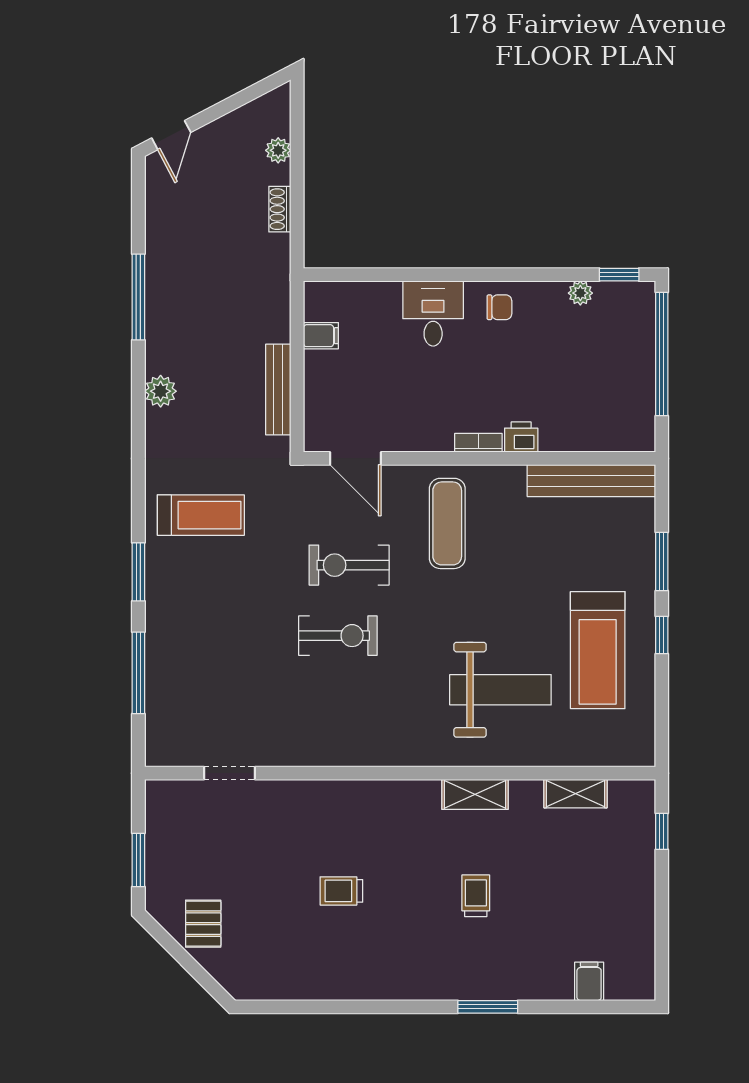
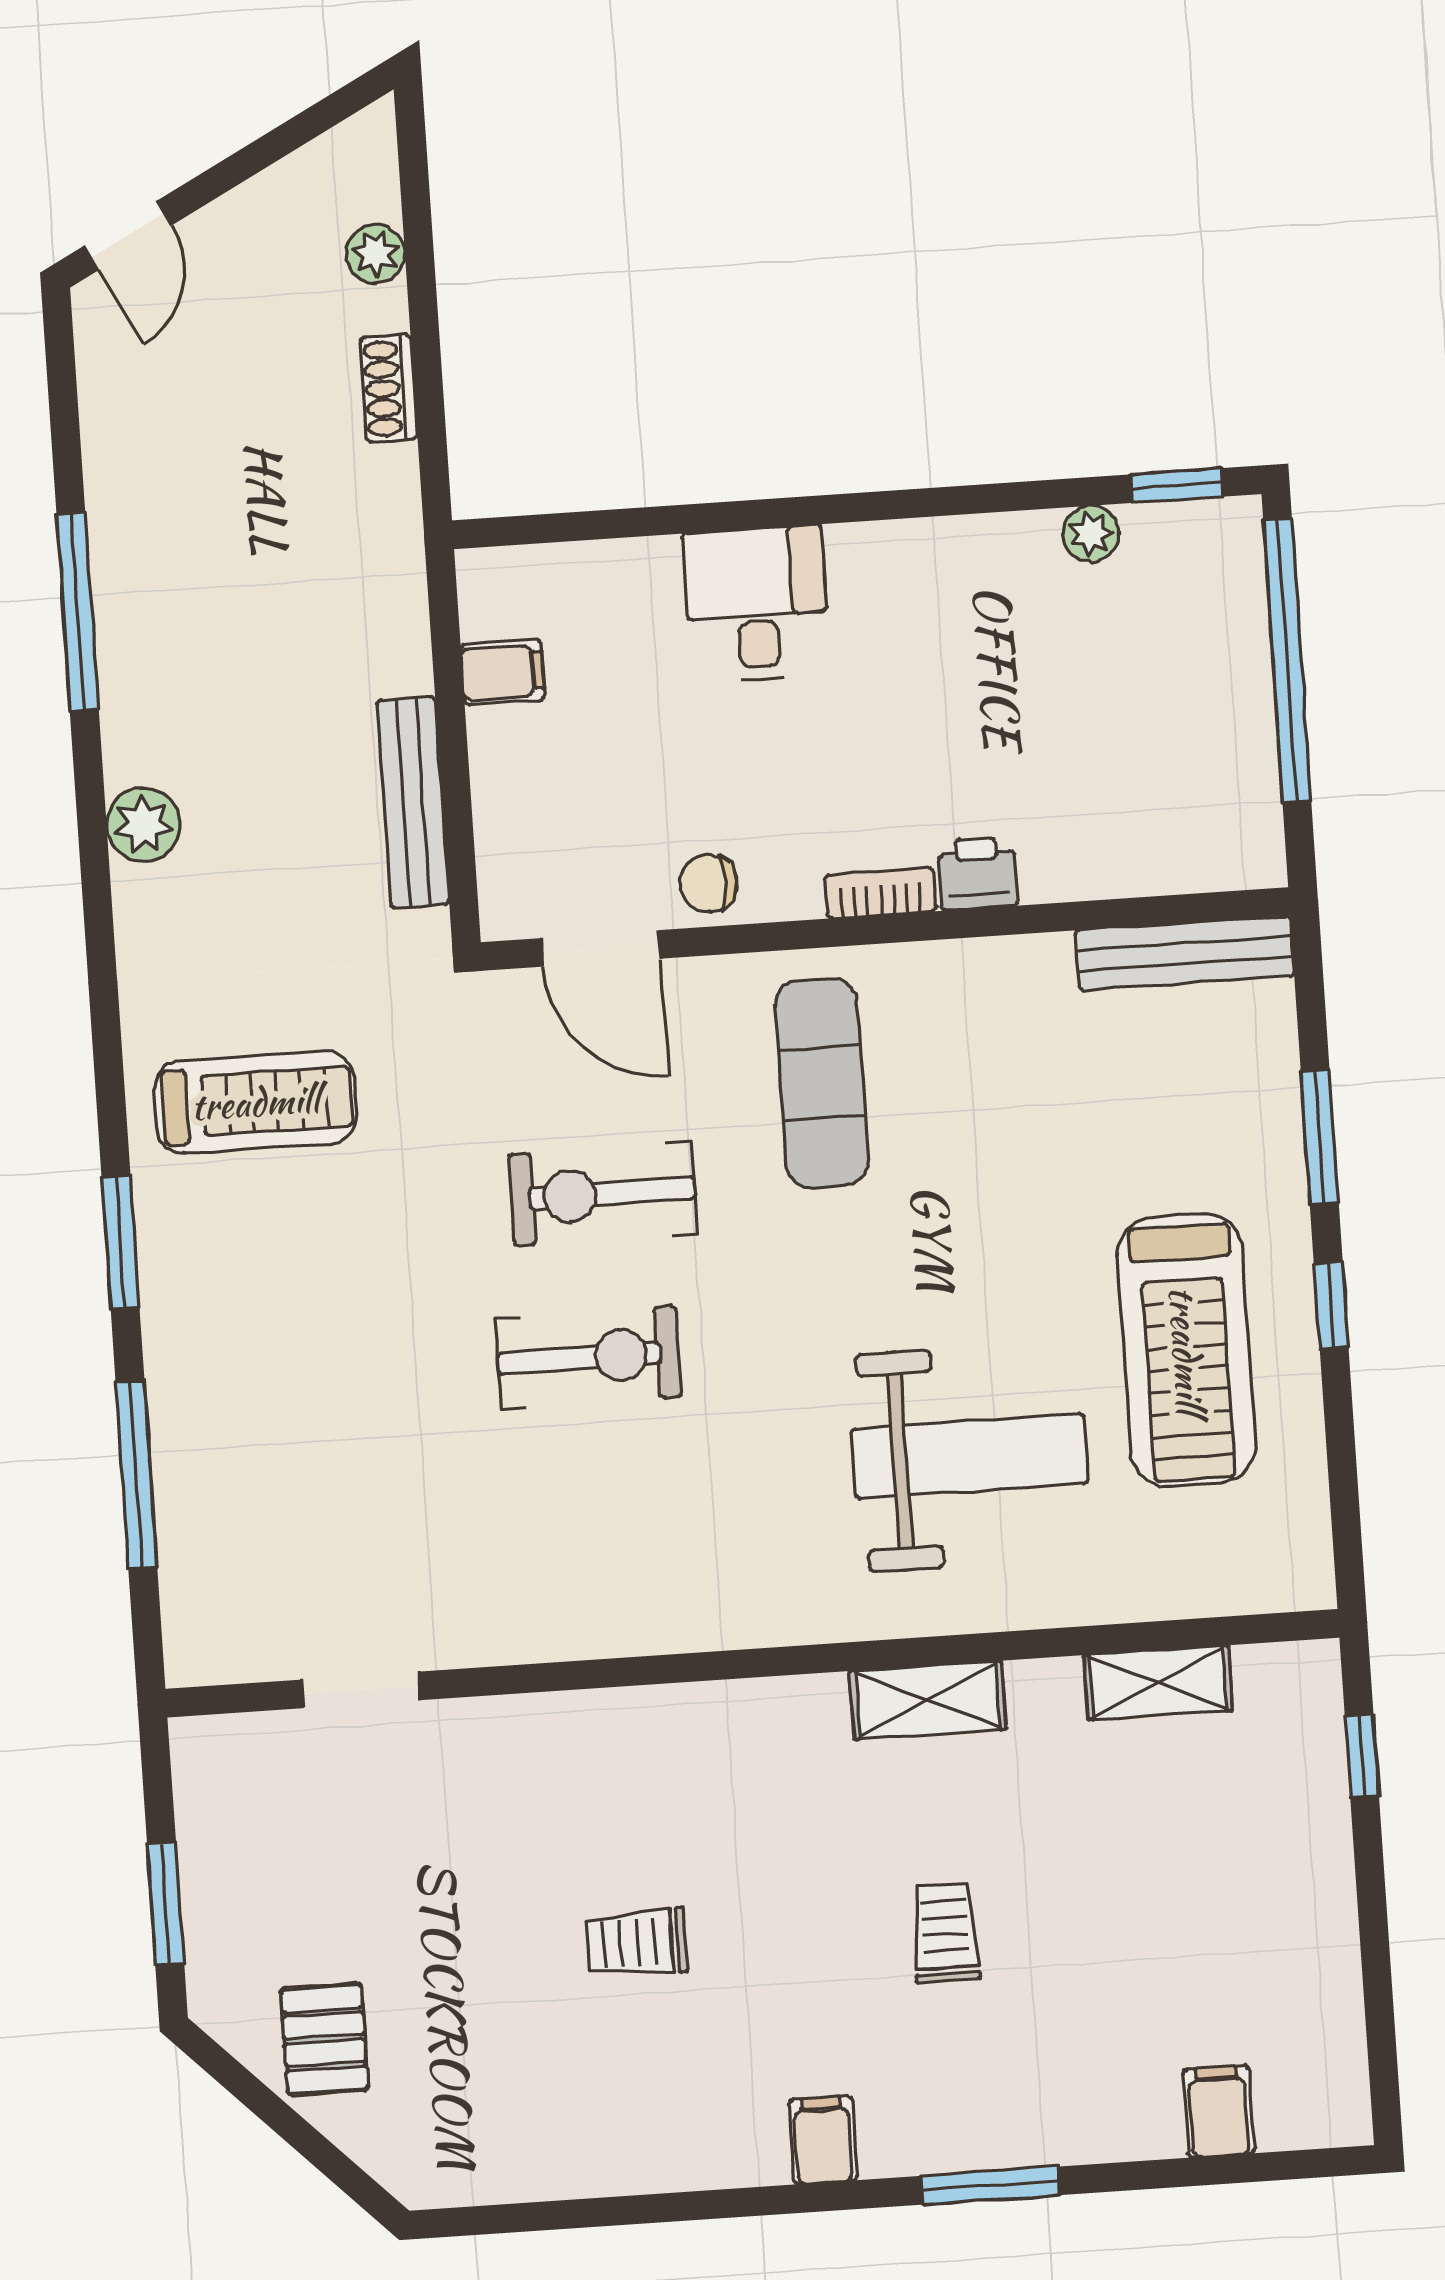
chair: (499, 307) -> (709, 884), moved, turned 180
bench: (591, 481) -> (1185, 953), width x0.73, depth x0.82
filing cabinet: (417, 982) -> (823, 2140), added

